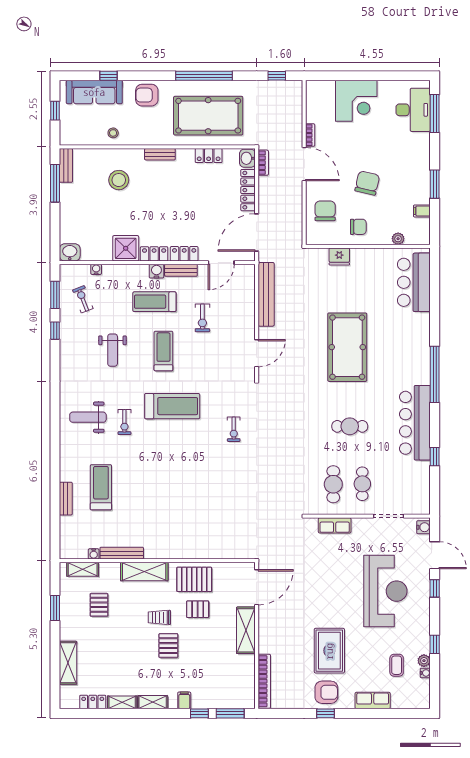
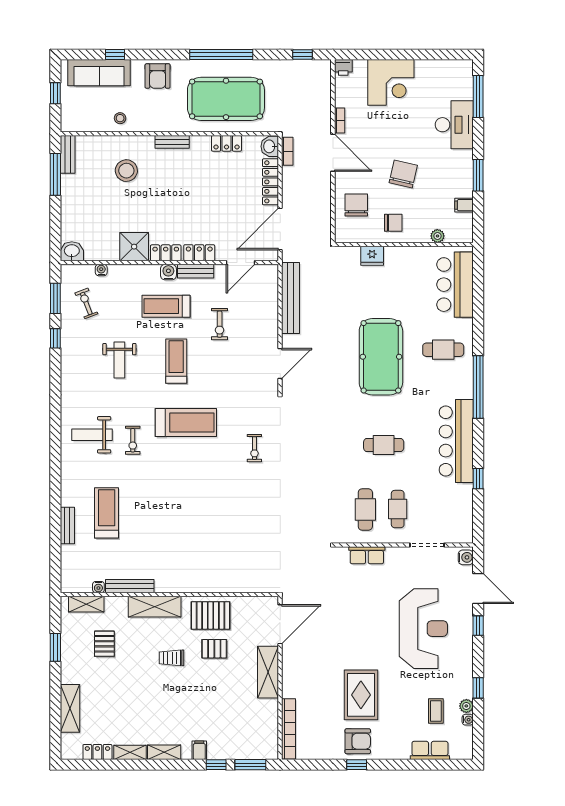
printer: (313, 87) -> (343, 67), added
armchair: (147, 95) -> (158, 76), turned -90
desk: (413, 110) -> (454, 125), moved
cafe table: (403, 341) -> (443, 350), added
pallet: (168, 646) -> (182, 689), removed
row of seats: (373, 701) -> (430, 750), moved

